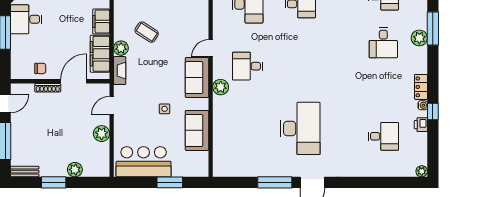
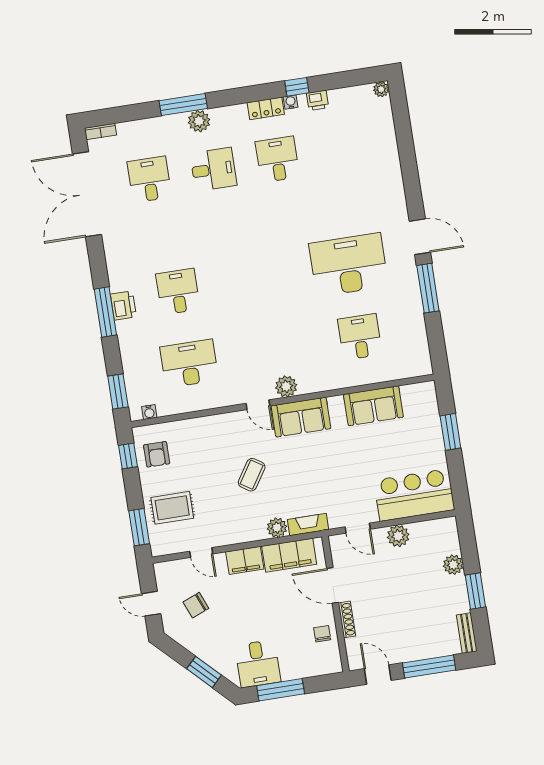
coffee table: (147, 32) -> (252, 475), moved
desk: (248, 66) -> (360, 337), moved, turned 180
plant: (221, 87) -> (286, 386), moved
side table: (165, 109) -> (351, 455), removed
desk: (383, 136) -> (277, 159), moved
bar counter: (144, 162) -> (414, 495), moved, turned 90

